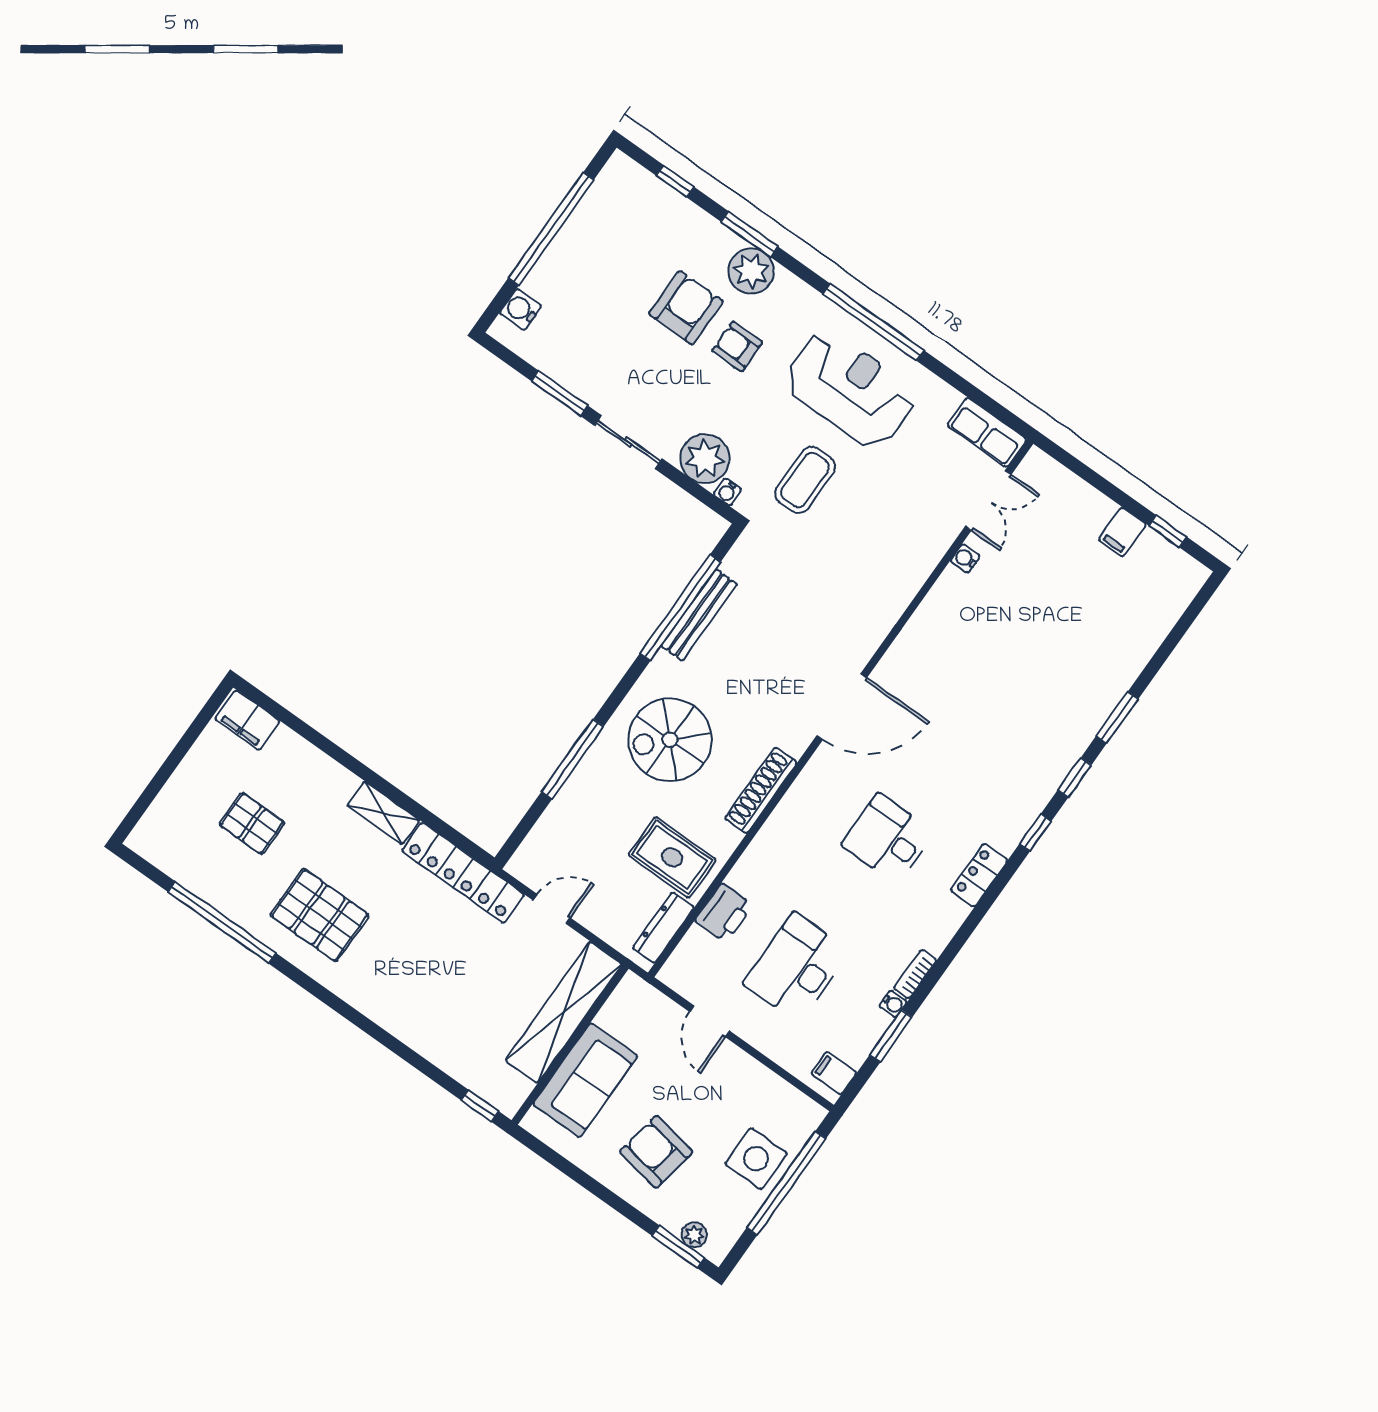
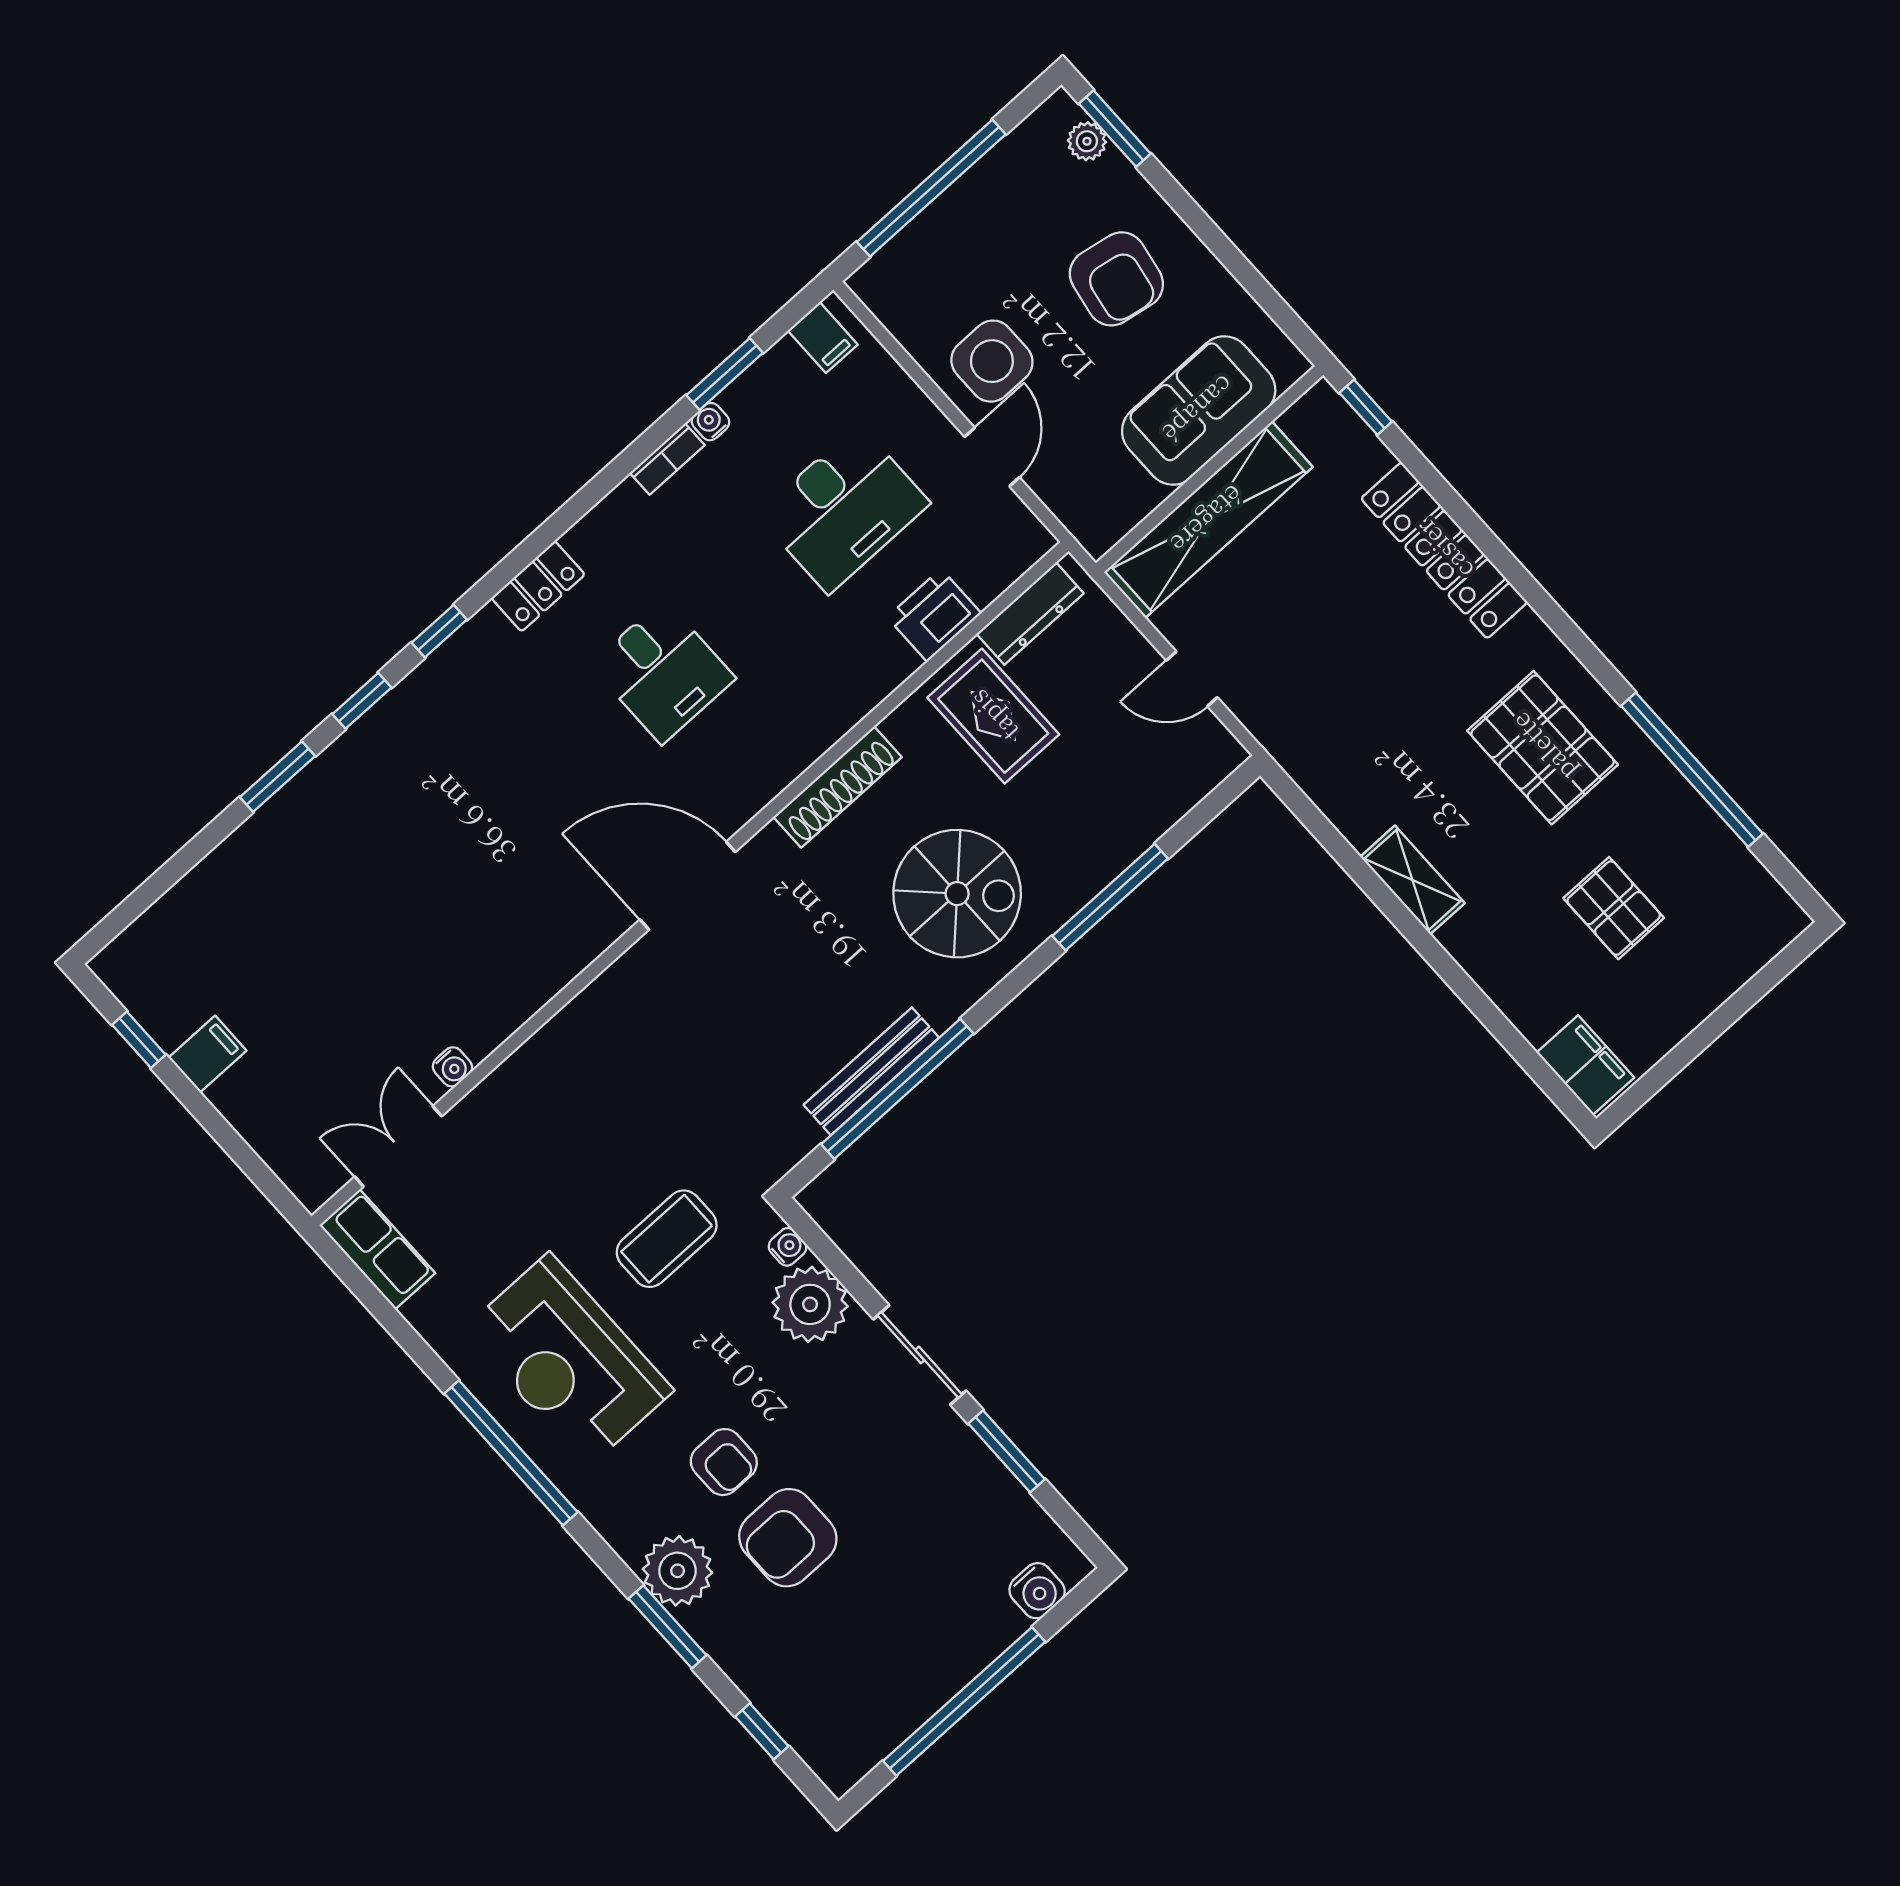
locker: (463, 873) -> (1444, 550), moved, turned 180
side table: (756, 1159) -> (992, 361), moved

